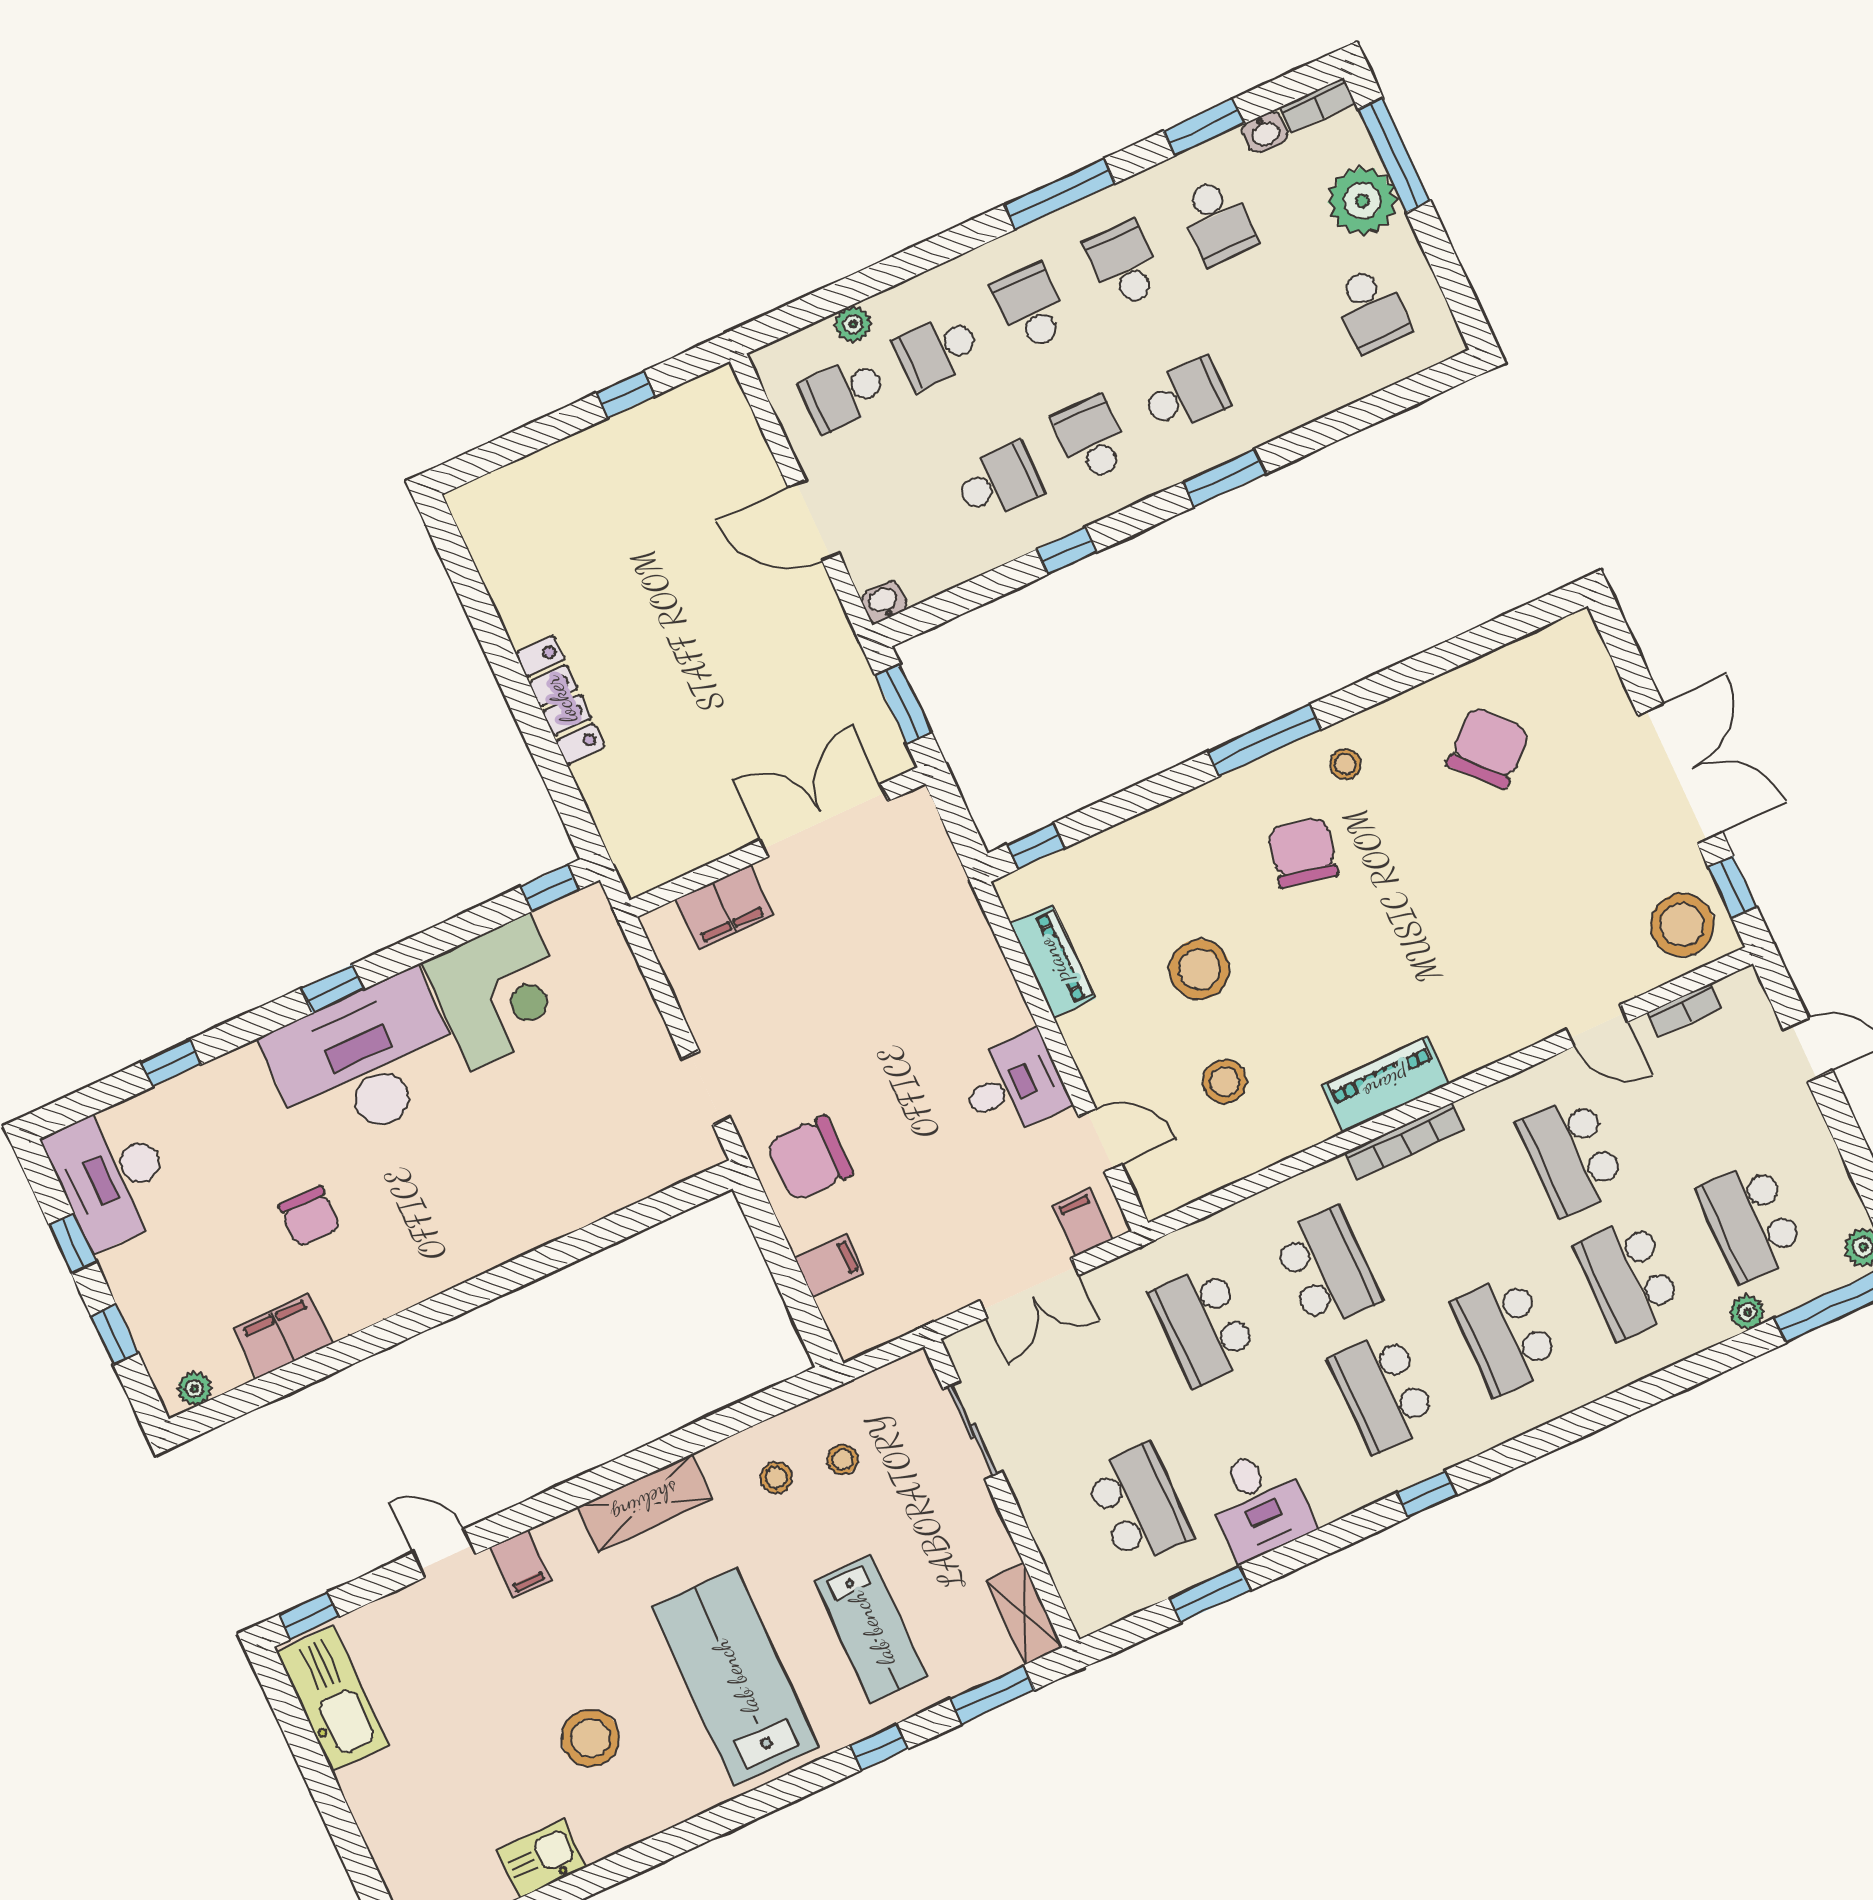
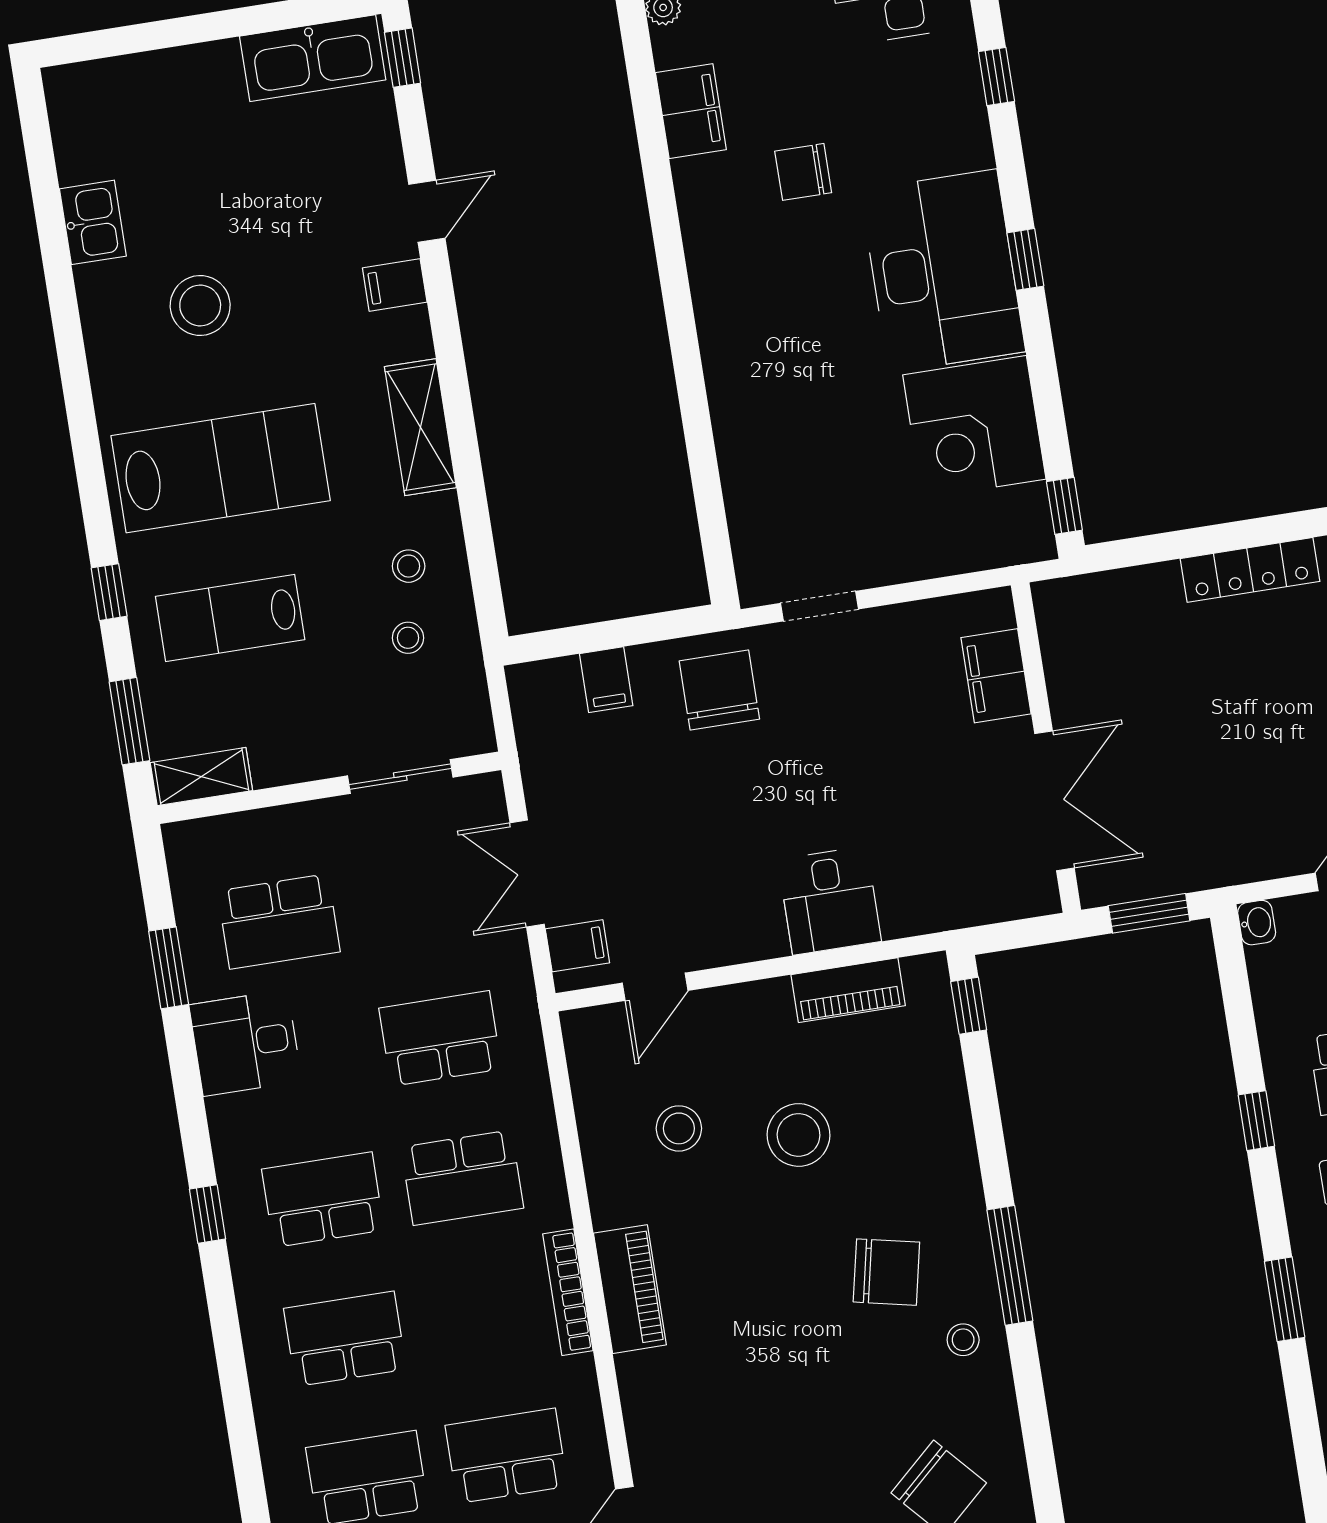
desk: (1013, 1085) -> (830, 900), moved

